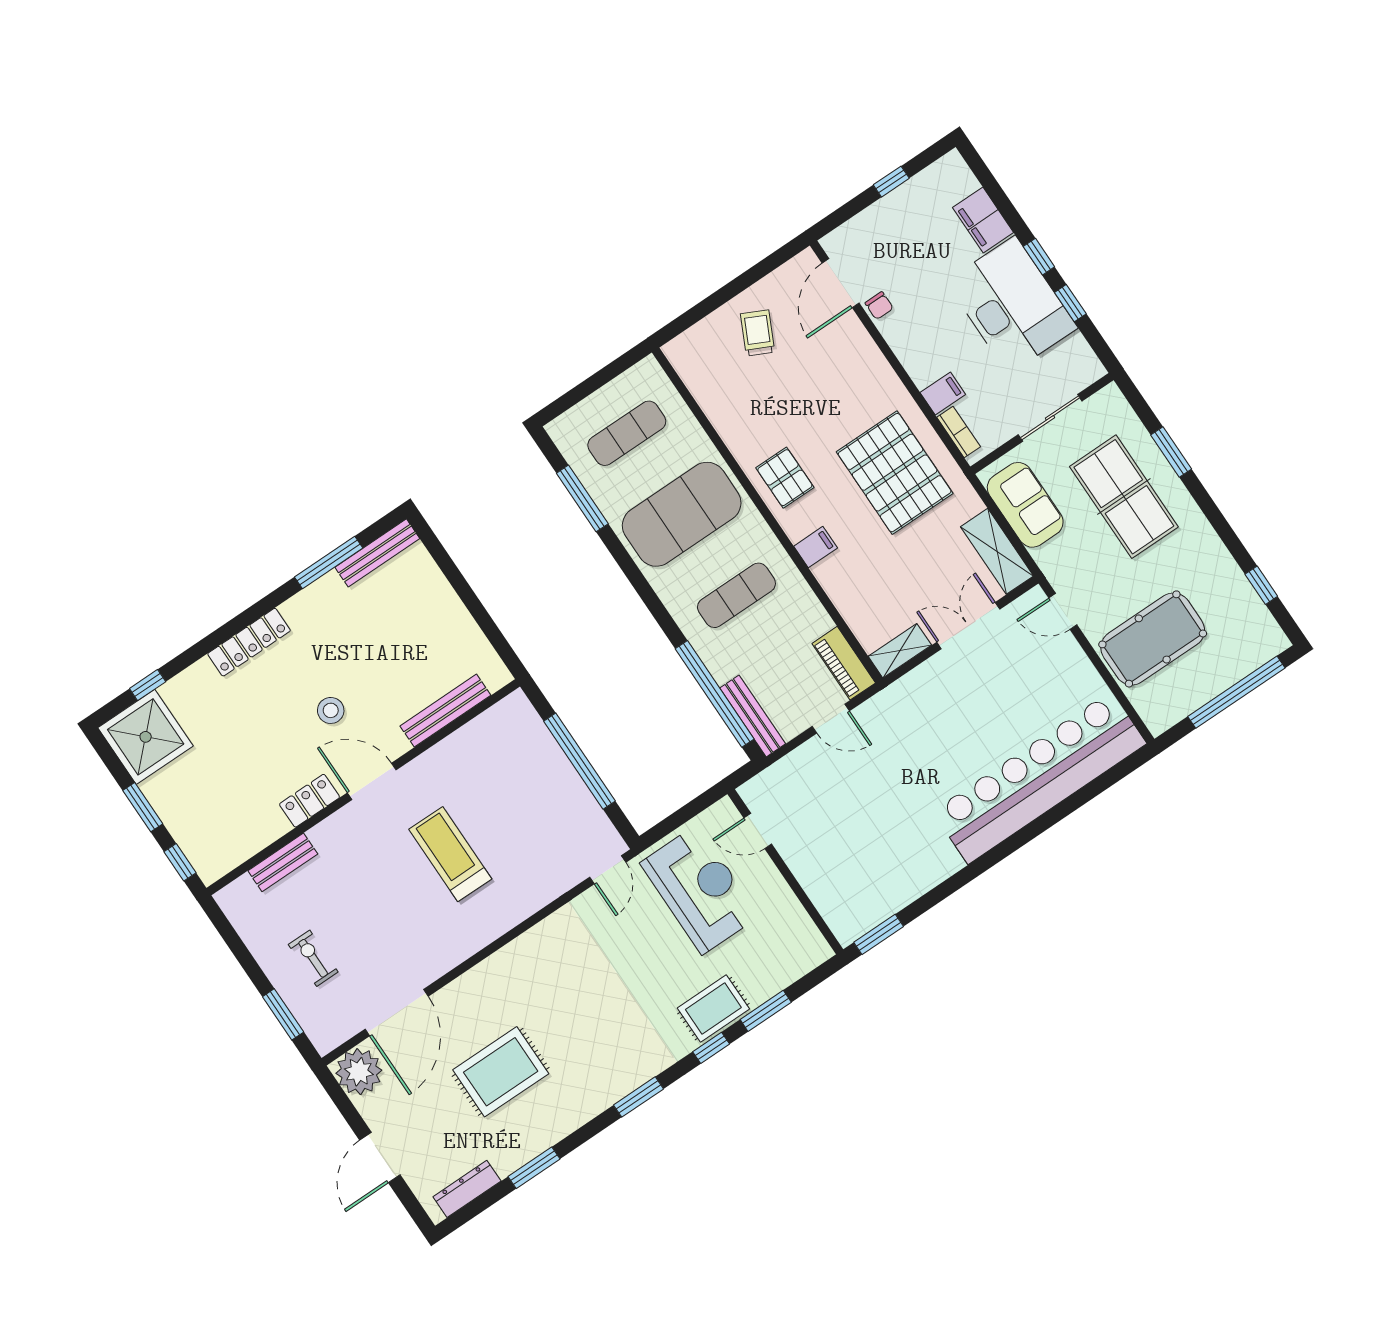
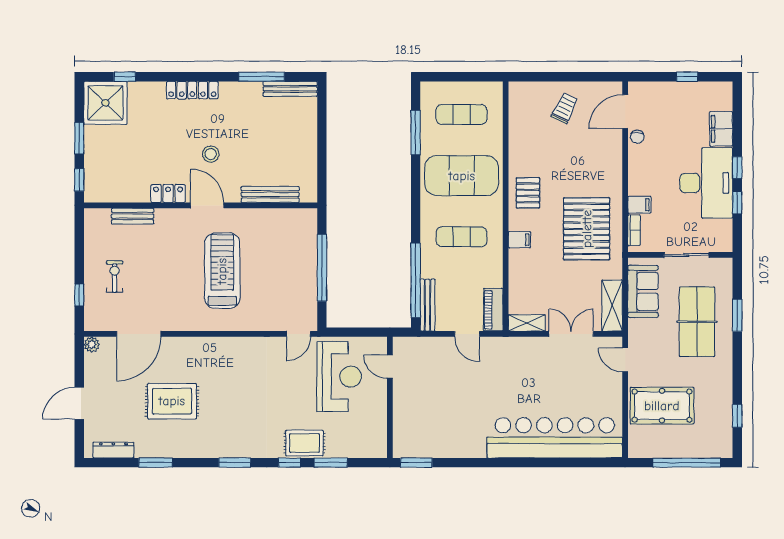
treadmill: (450, 854) -> (222, 271), width x1.37, depth x1.38
window: (283, 1014) -> (79, 295), width x0.67
plant: (359, 1072) -> (92, 345), width x0.53, depth x0.53

